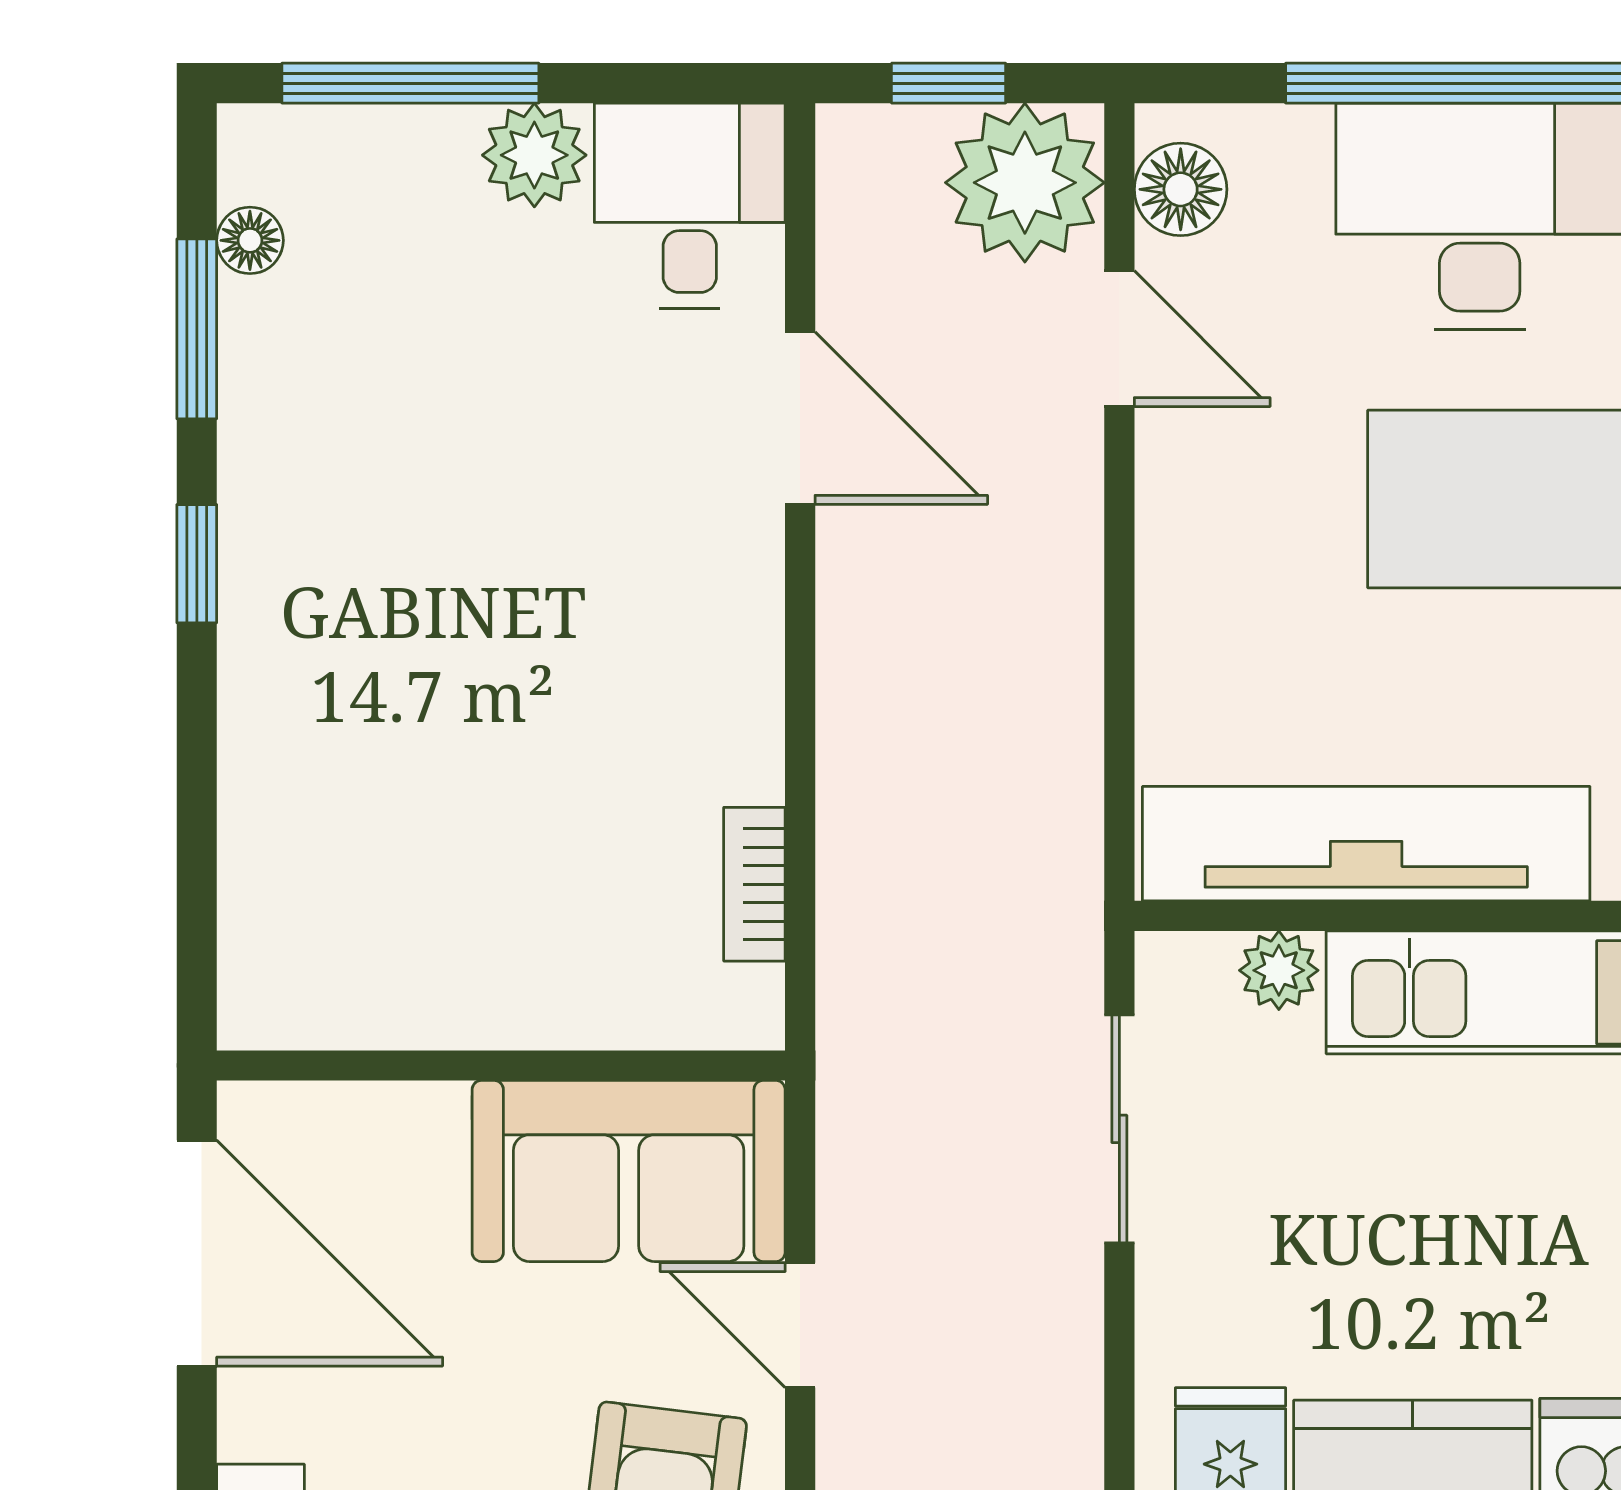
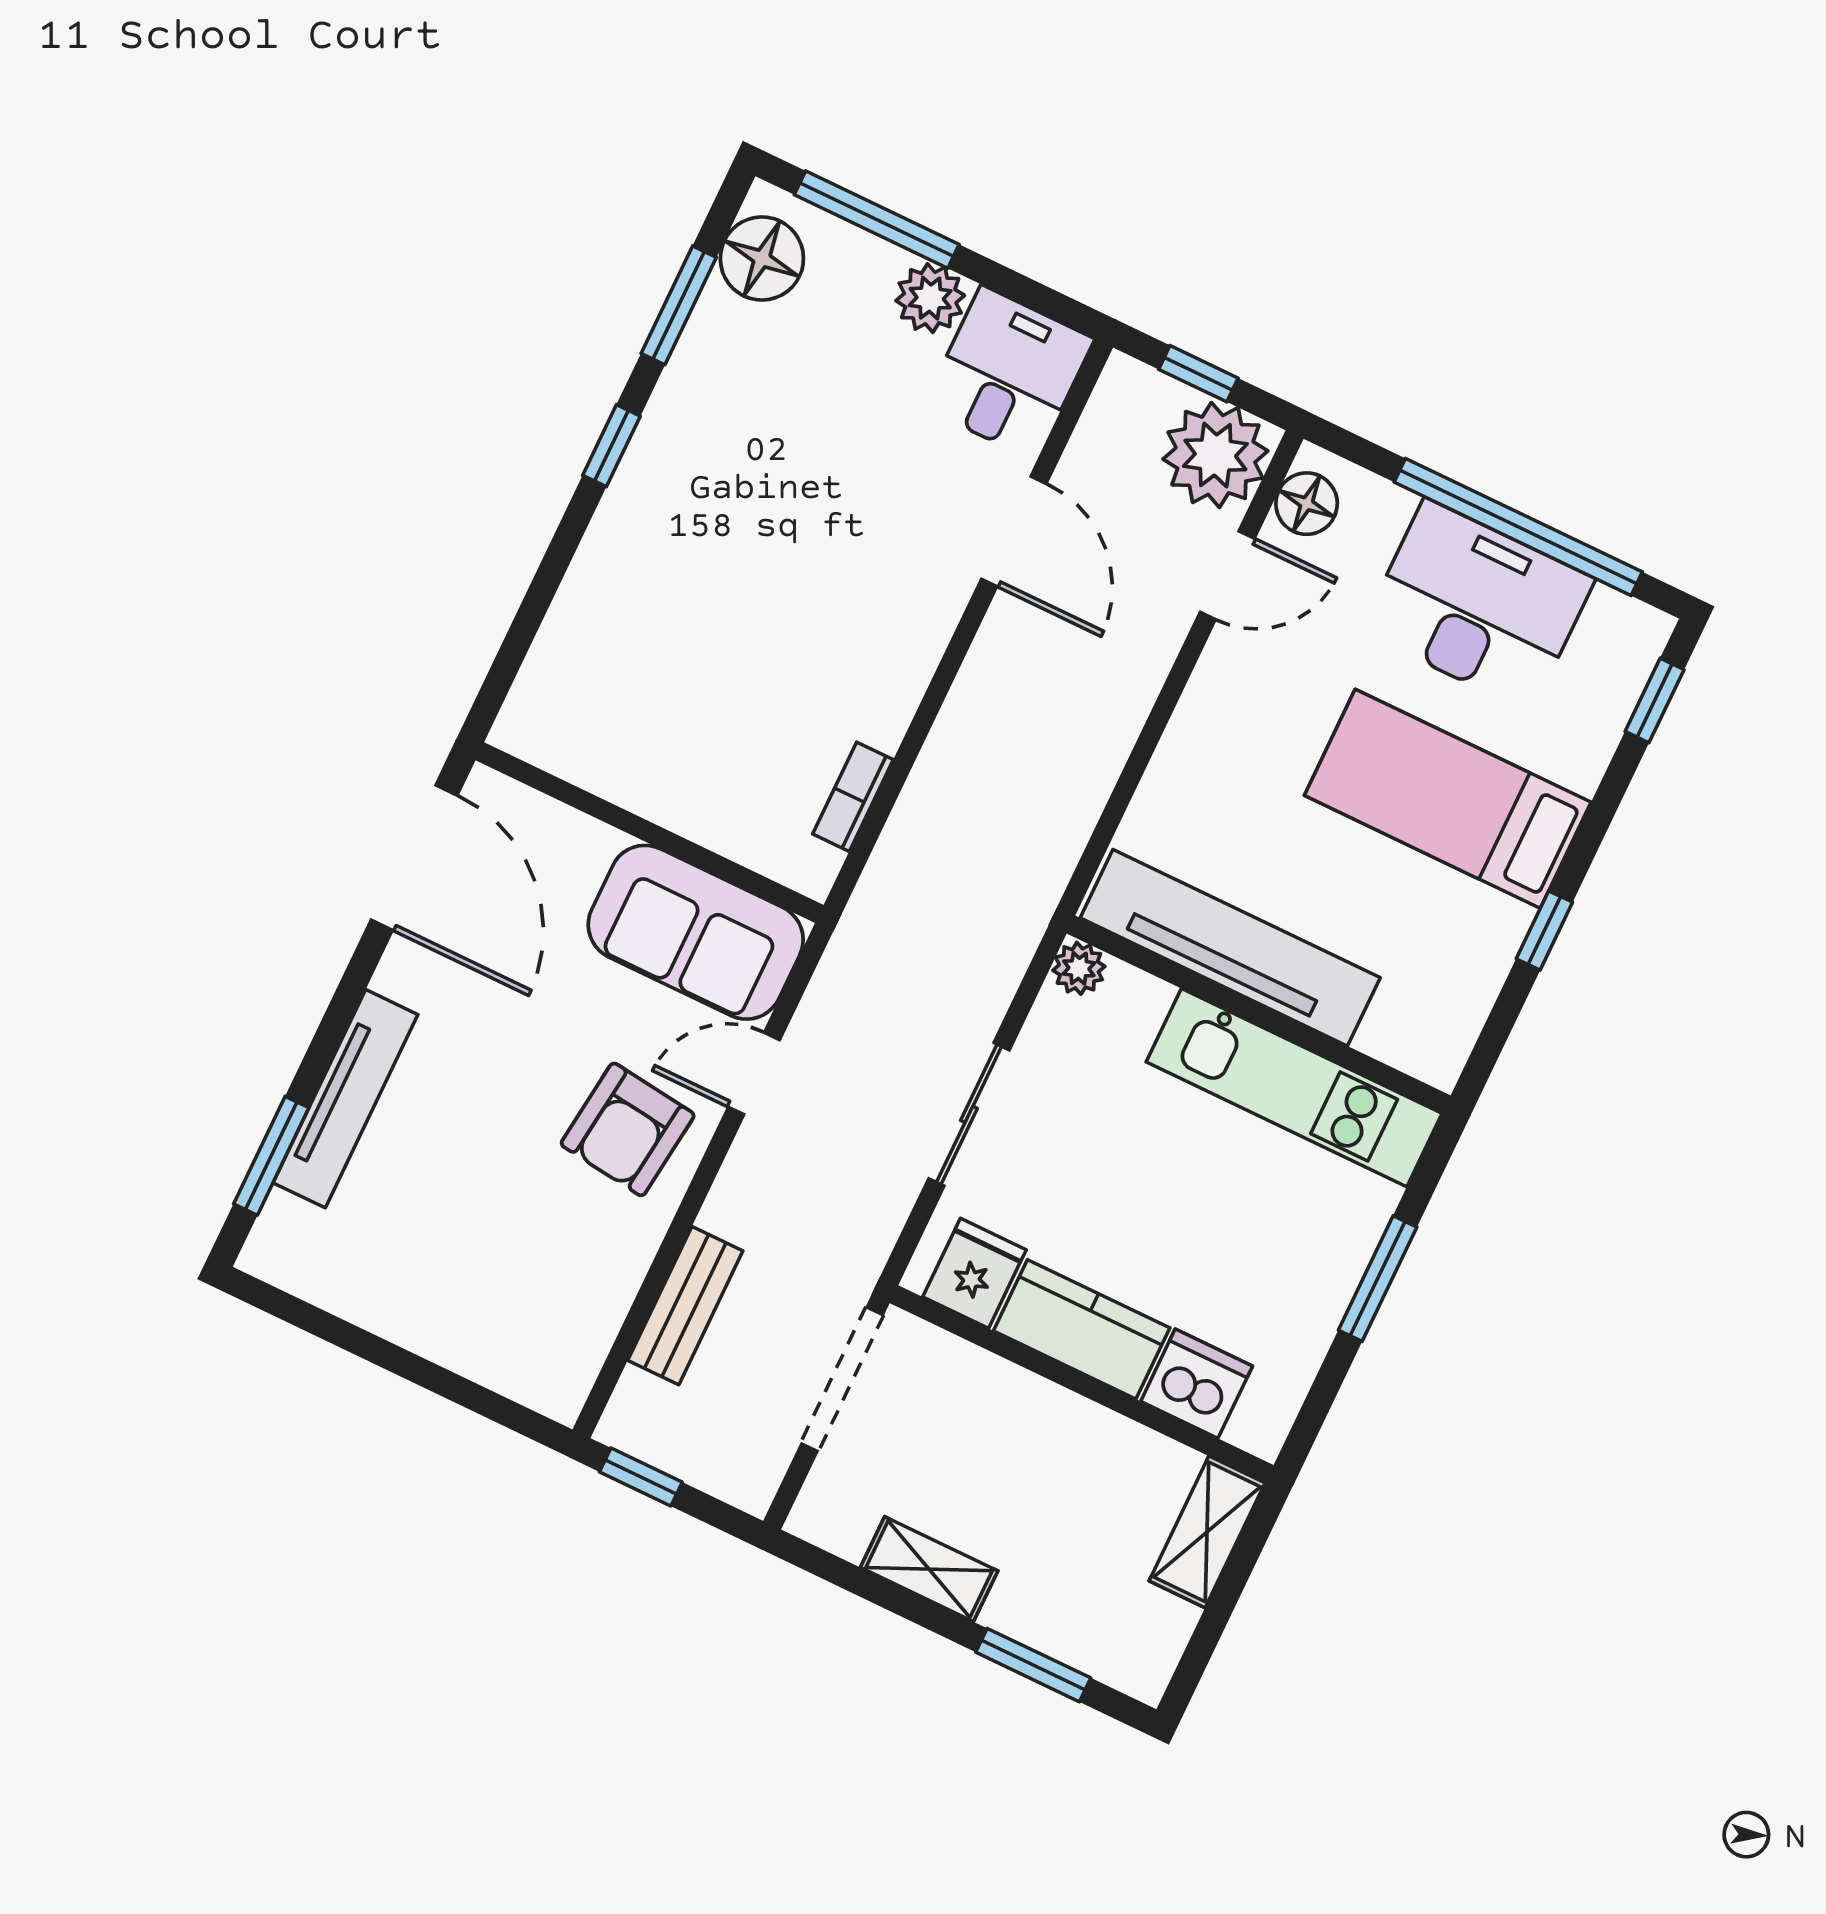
floor lamp: (250, 240) -> (762, 259), width x1.89, depth x1.89
door: (1119, 339) -> (1227, 575), hinge flipped
plant: (1279, 970) -> (1079, 968), moved
sliding door: (1119, 1129) -> (969, 1114), moved
door: (800, 1325) -> (754, 1073), hinge flipped

